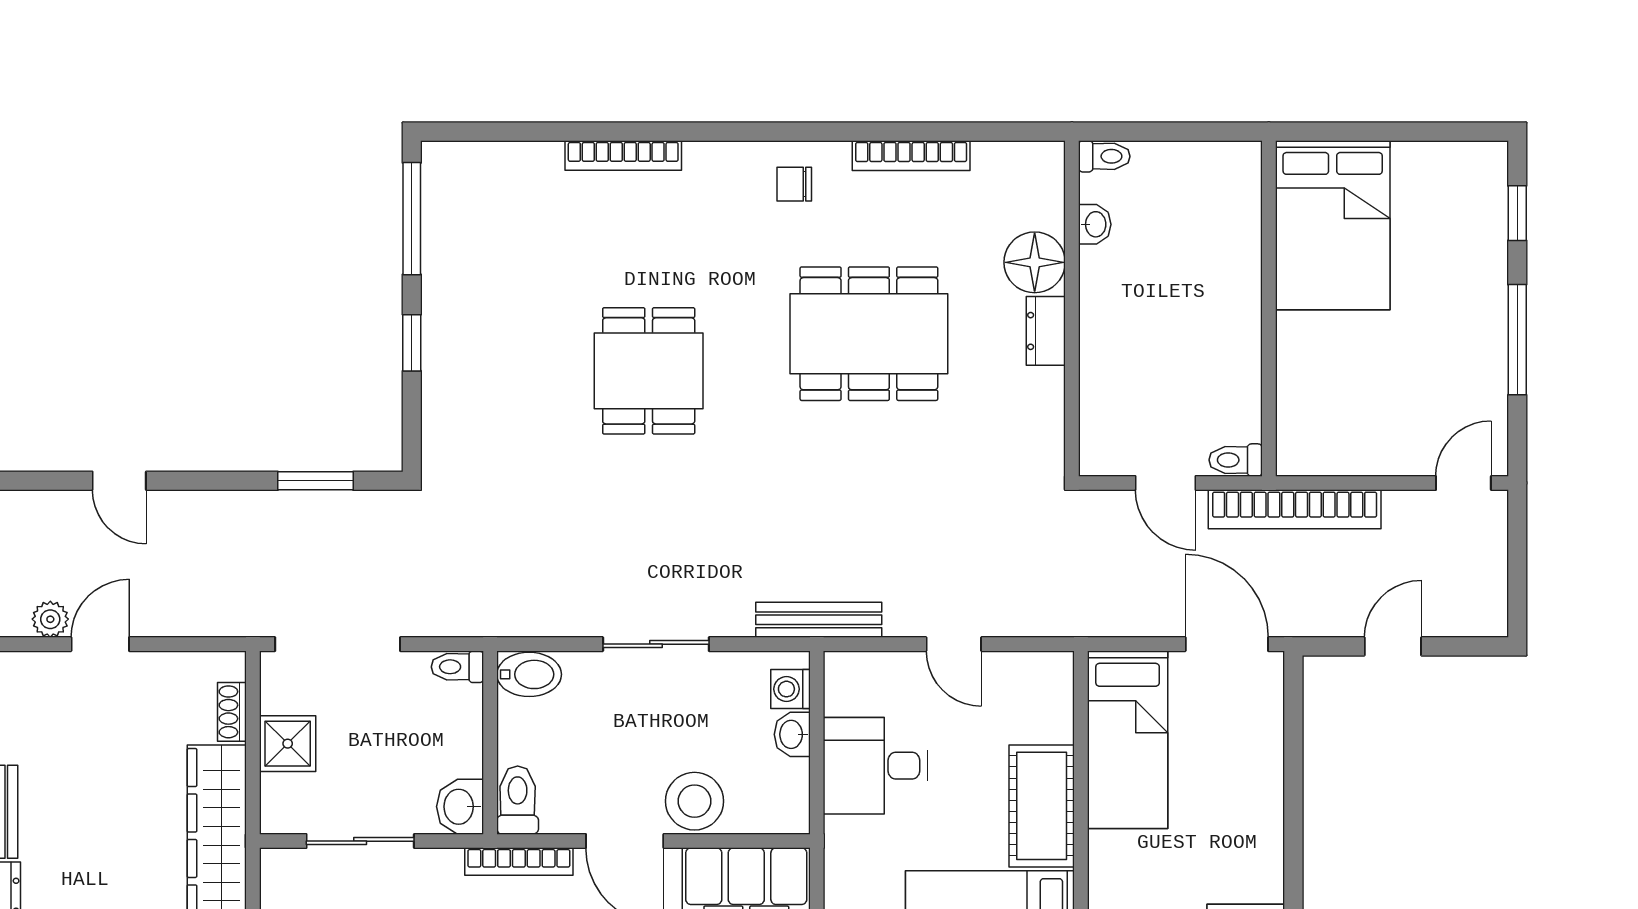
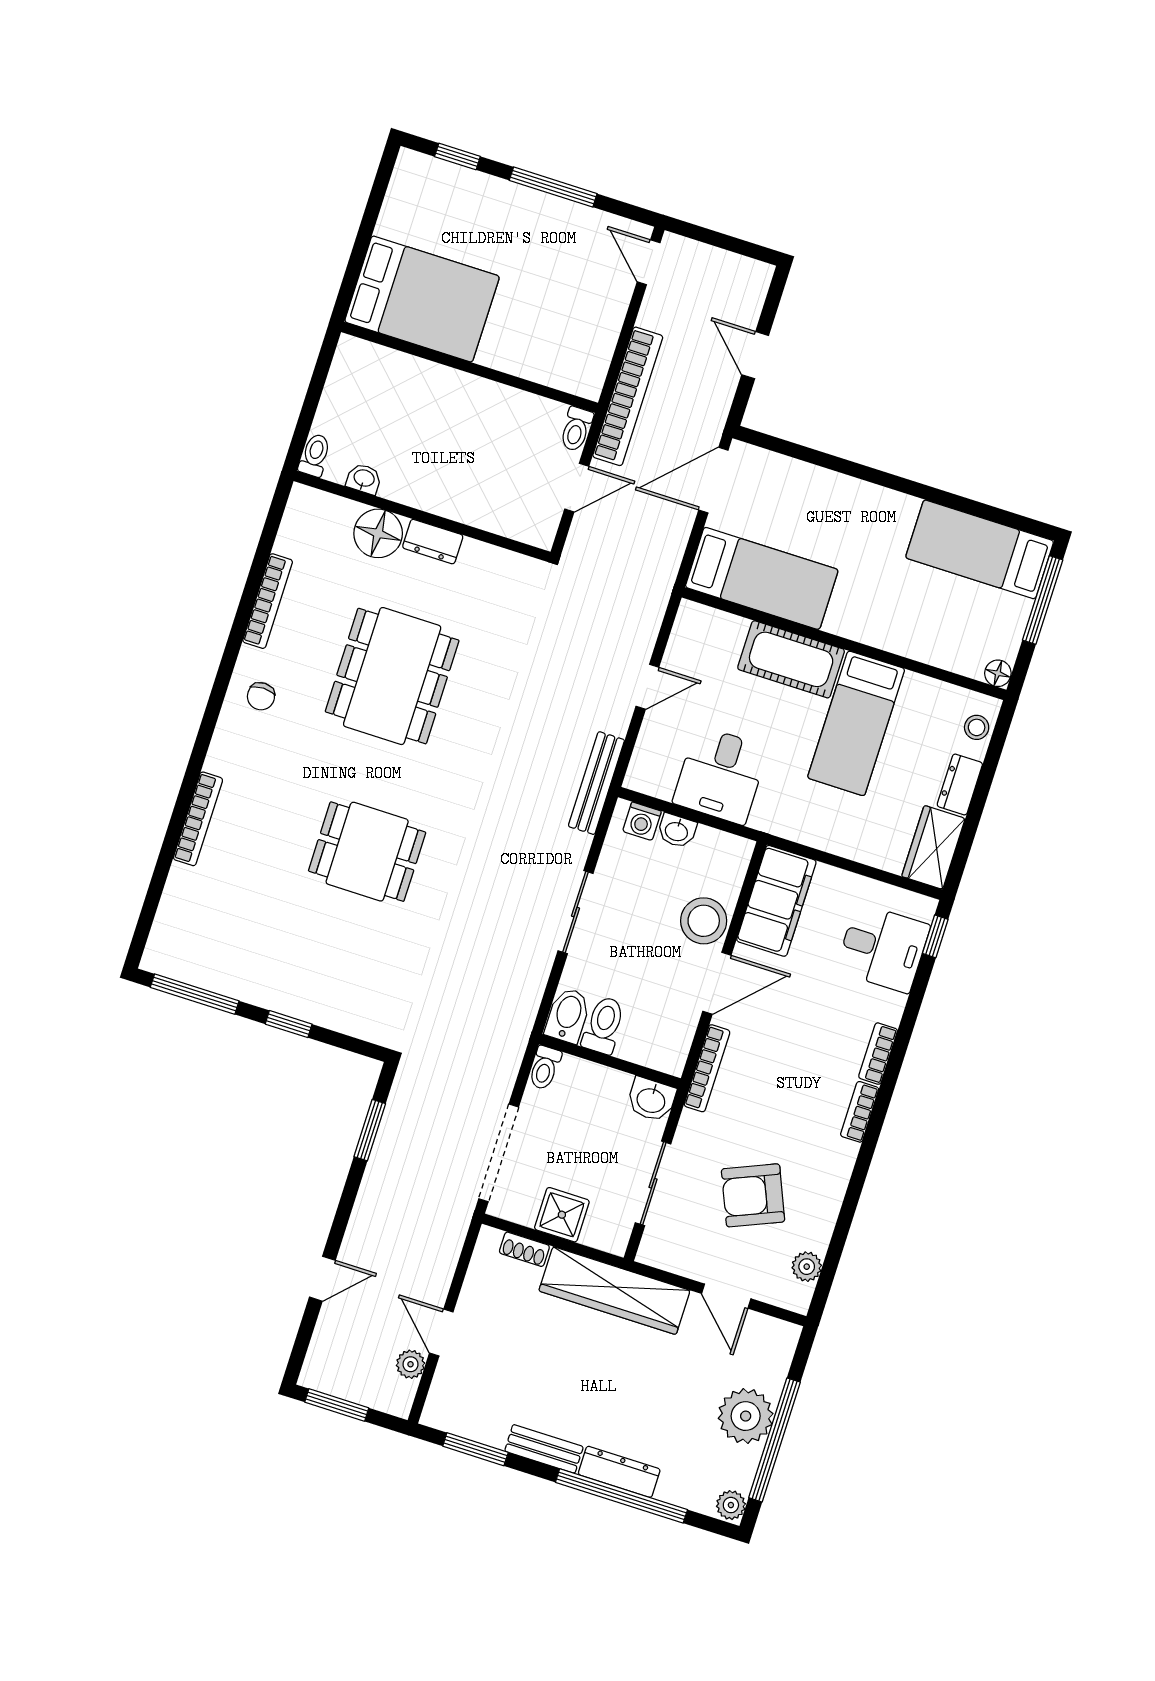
toilet: (518, 800) -> (604, 1025), moved, turned 90

